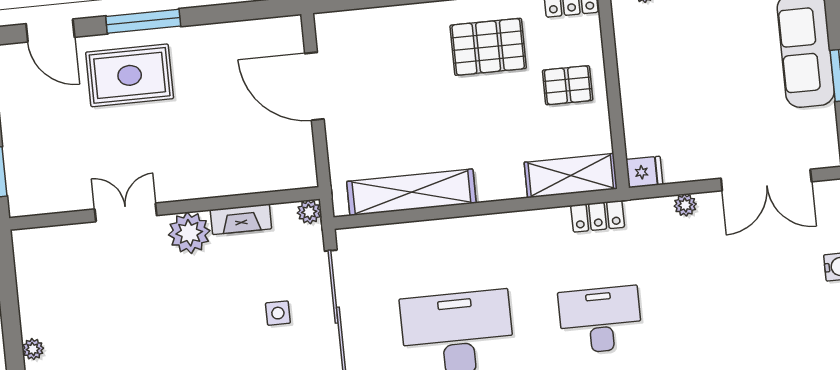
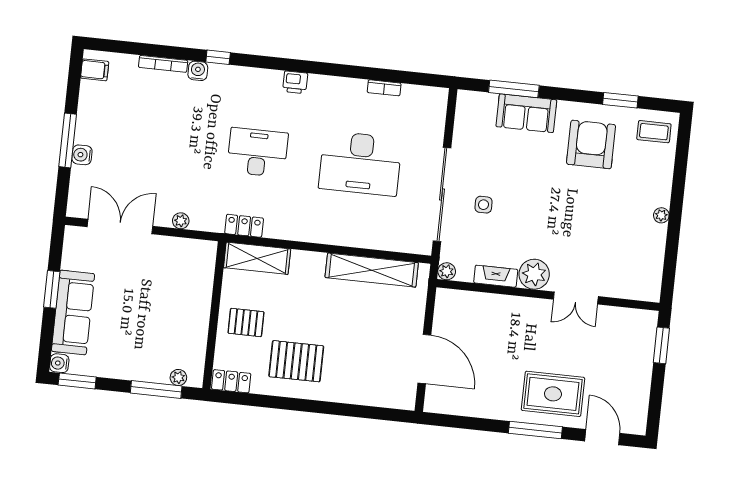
fridge: (644, 172) -> (205, 250), removed
desk: (600, 320) -> (257, 152), turned 180

